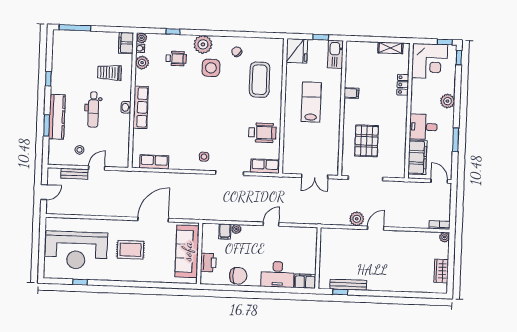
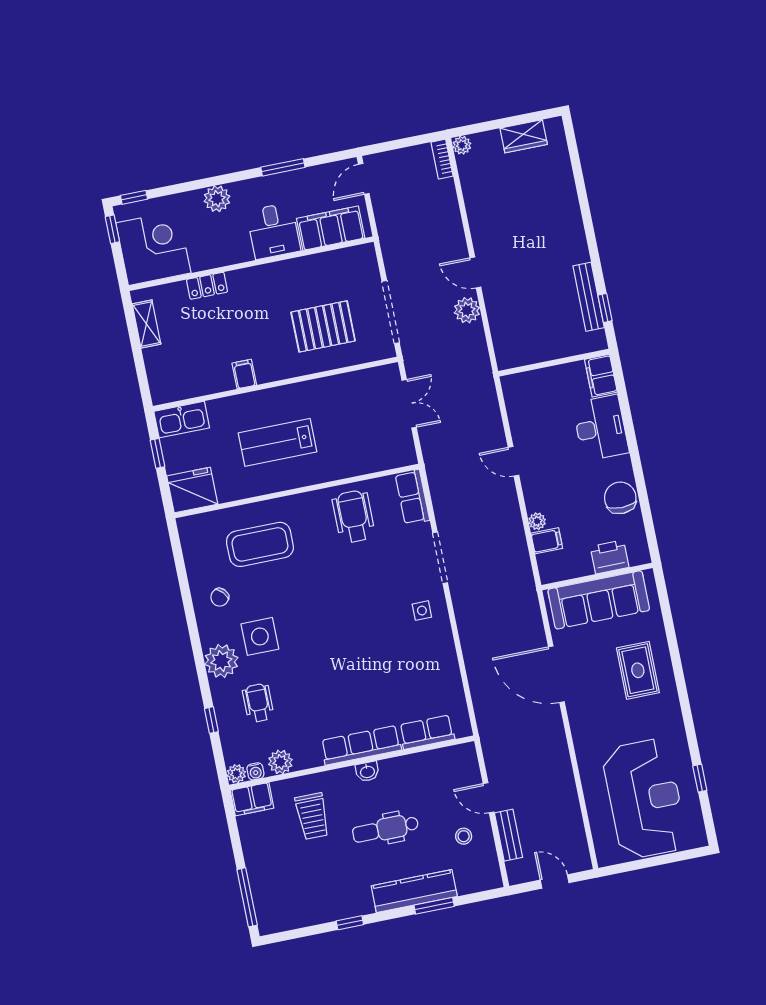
dental chair: (93, 110) -> (385, 829), turned 180
row of seats: (154, 162) -> (427, 732), moved, turned 90
rug: (130, 250) -> (638, 670), moved

